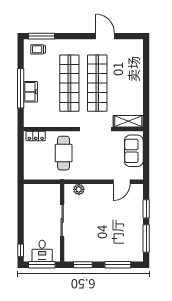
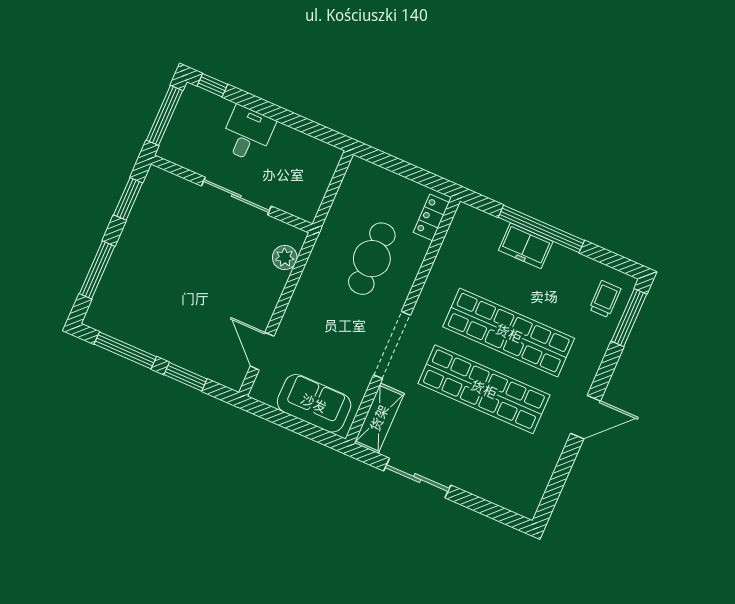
door: (105, 36) -> (585, 417), moved
sliding door: (146, 95) -> (417, 478), added
cafe table: (64, 153) -> (372, 259), turned 90
desk: (42, 251) -> (247, 134), moved, turned 90

